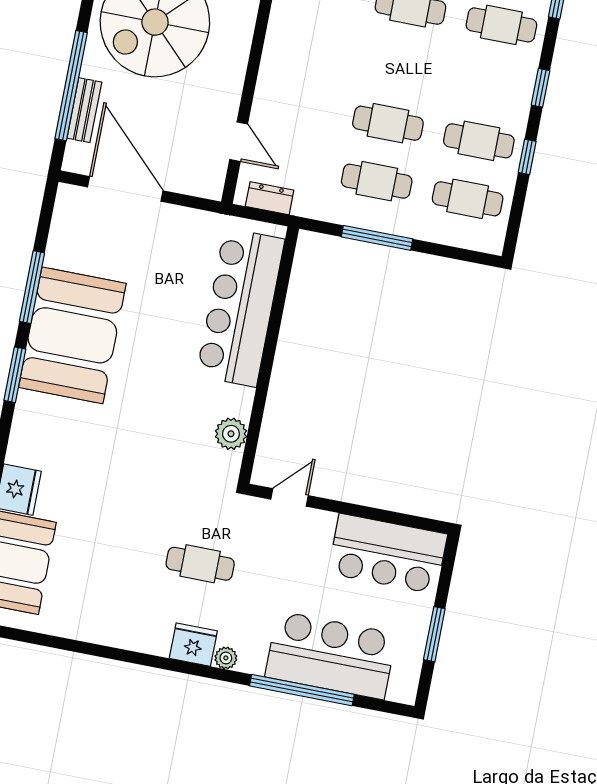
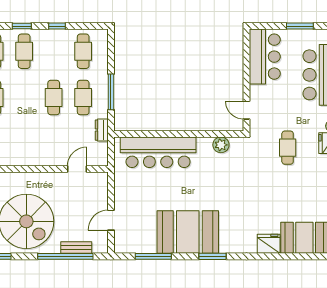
cafe table: (479, 141) -> (24, 51), moved
door: (125, 189) -> (111, 220), width x0.53
dresser: (270, 198) -> (102, 130), moved
window: (32, 287) -> (153, 256), moved

